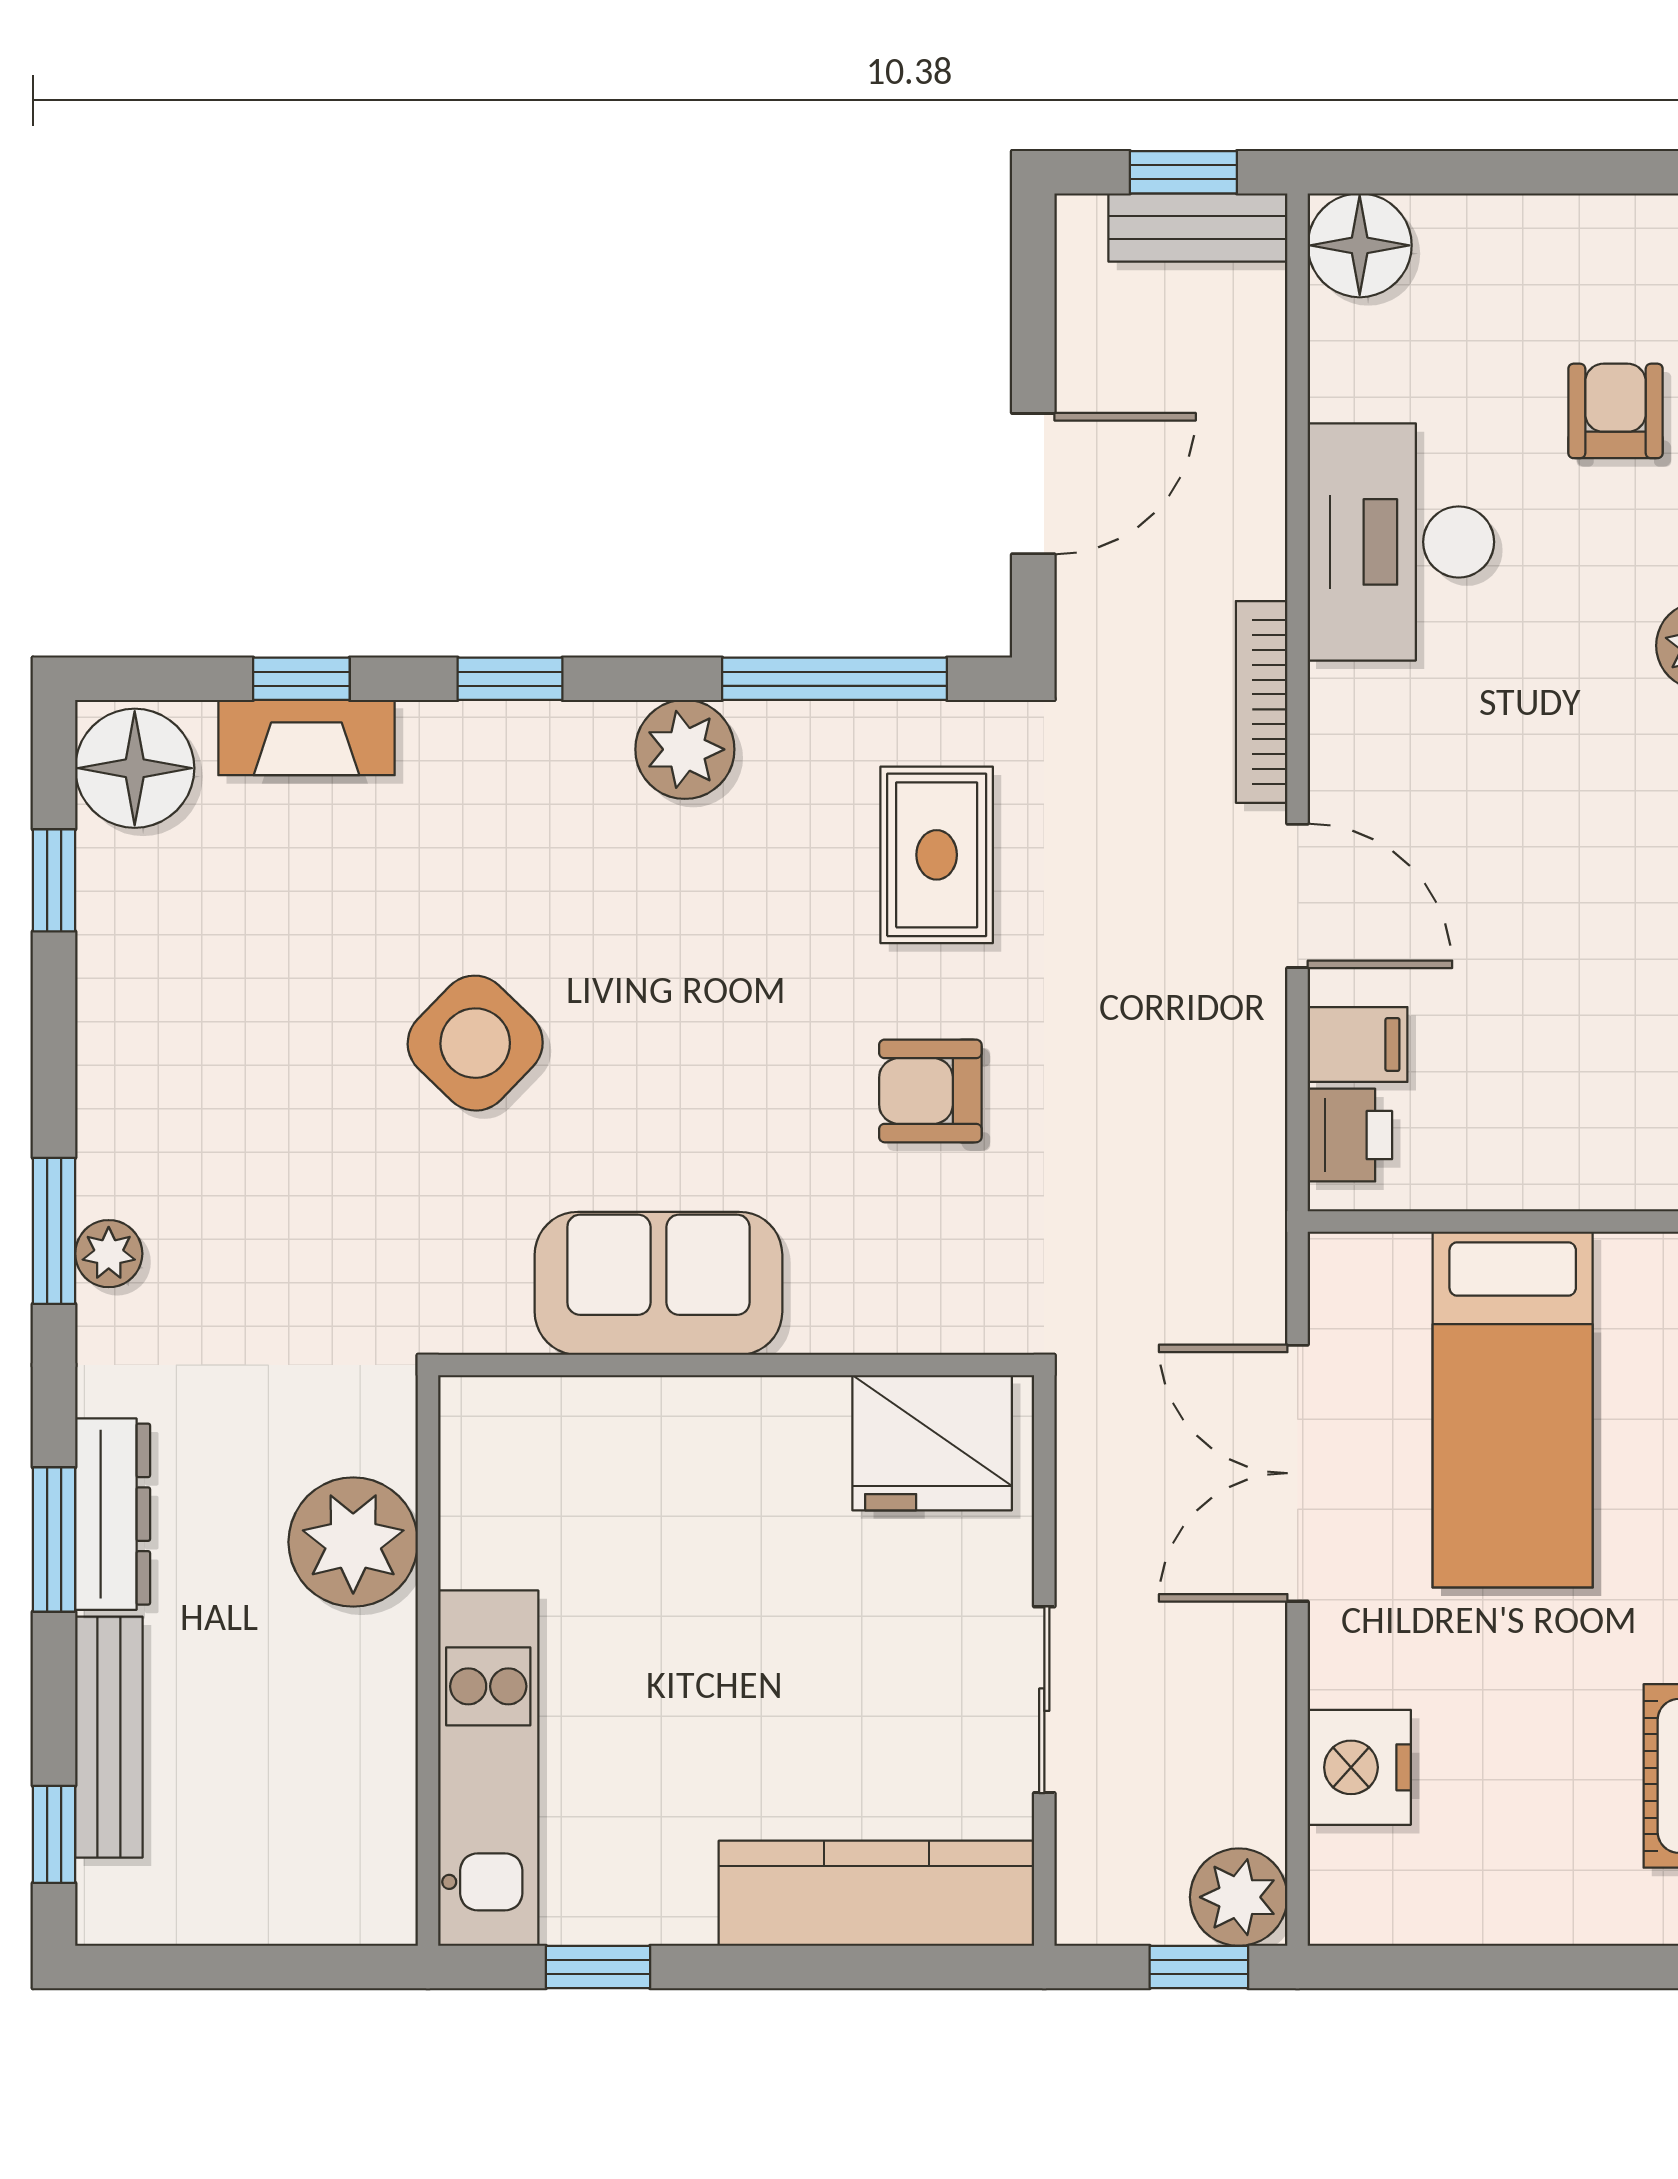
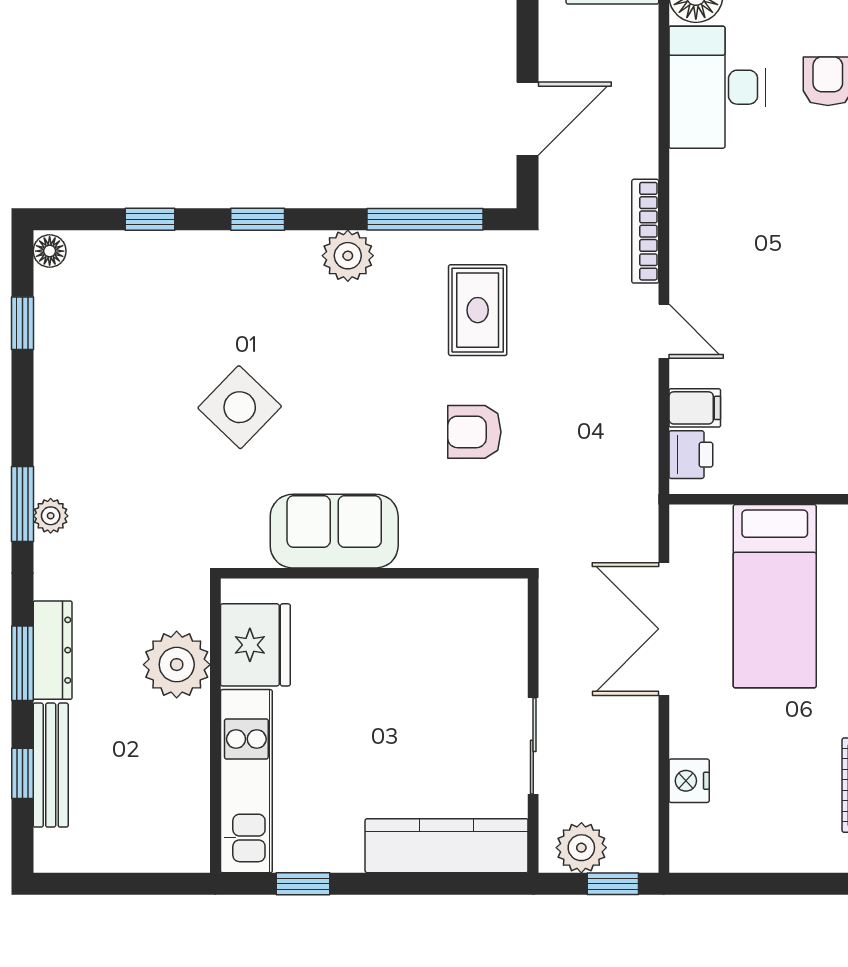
desk: (1401, 542) -> (717, 87), moved
fireplace: (306, 737) -> (153, 250), removed
floor lamp: (135, 768) -> (50, 251), width x0.53, depth x0.53
door: (1298, 896) -> (664, 331), width x0.73
fridge: (932, 1443) -> (255, 645), moved, turned -90
nightstand: (1359, 1767) -> (689, 781), width x0.74, depth x0.75
window: (54, 1834) -> (22, 773), moved
plant: (1239, 1897) -> (581, 848), moved

